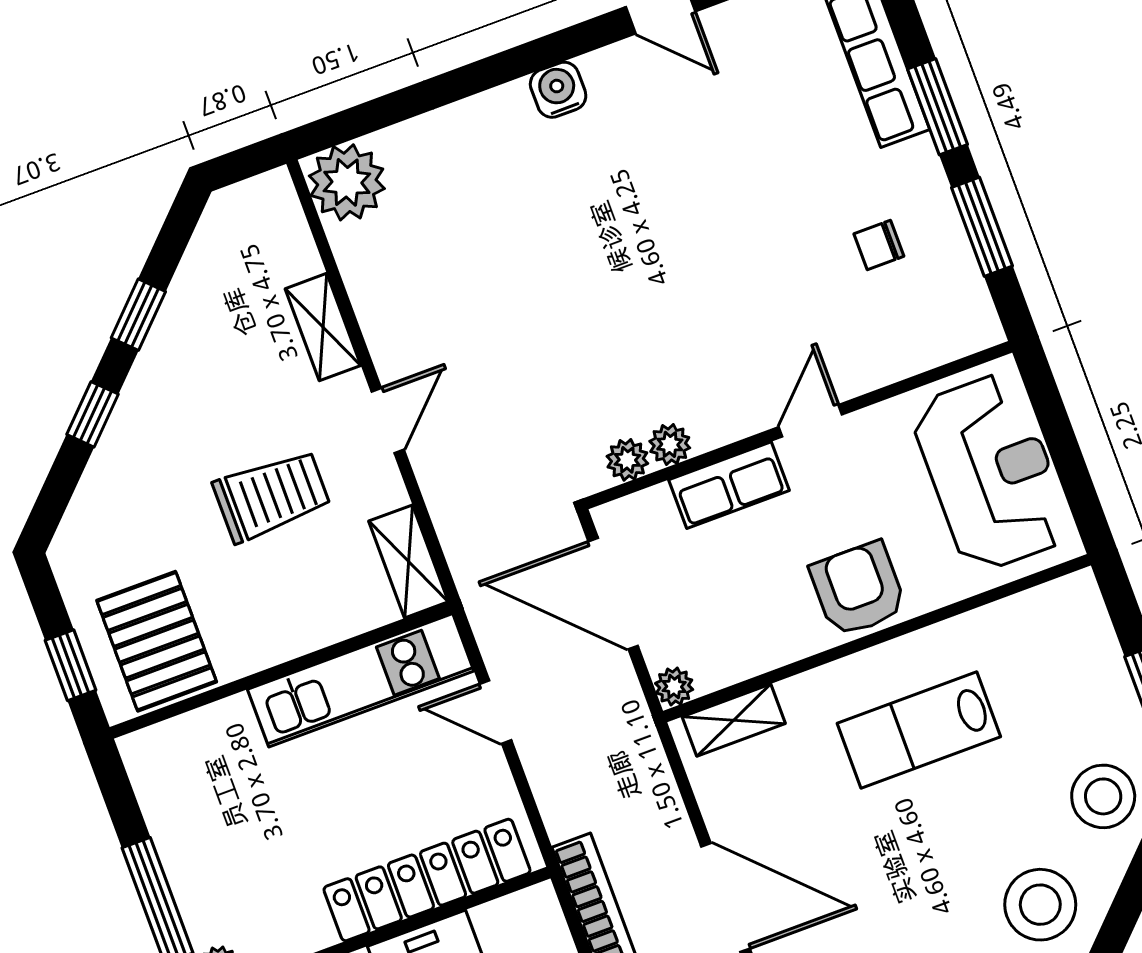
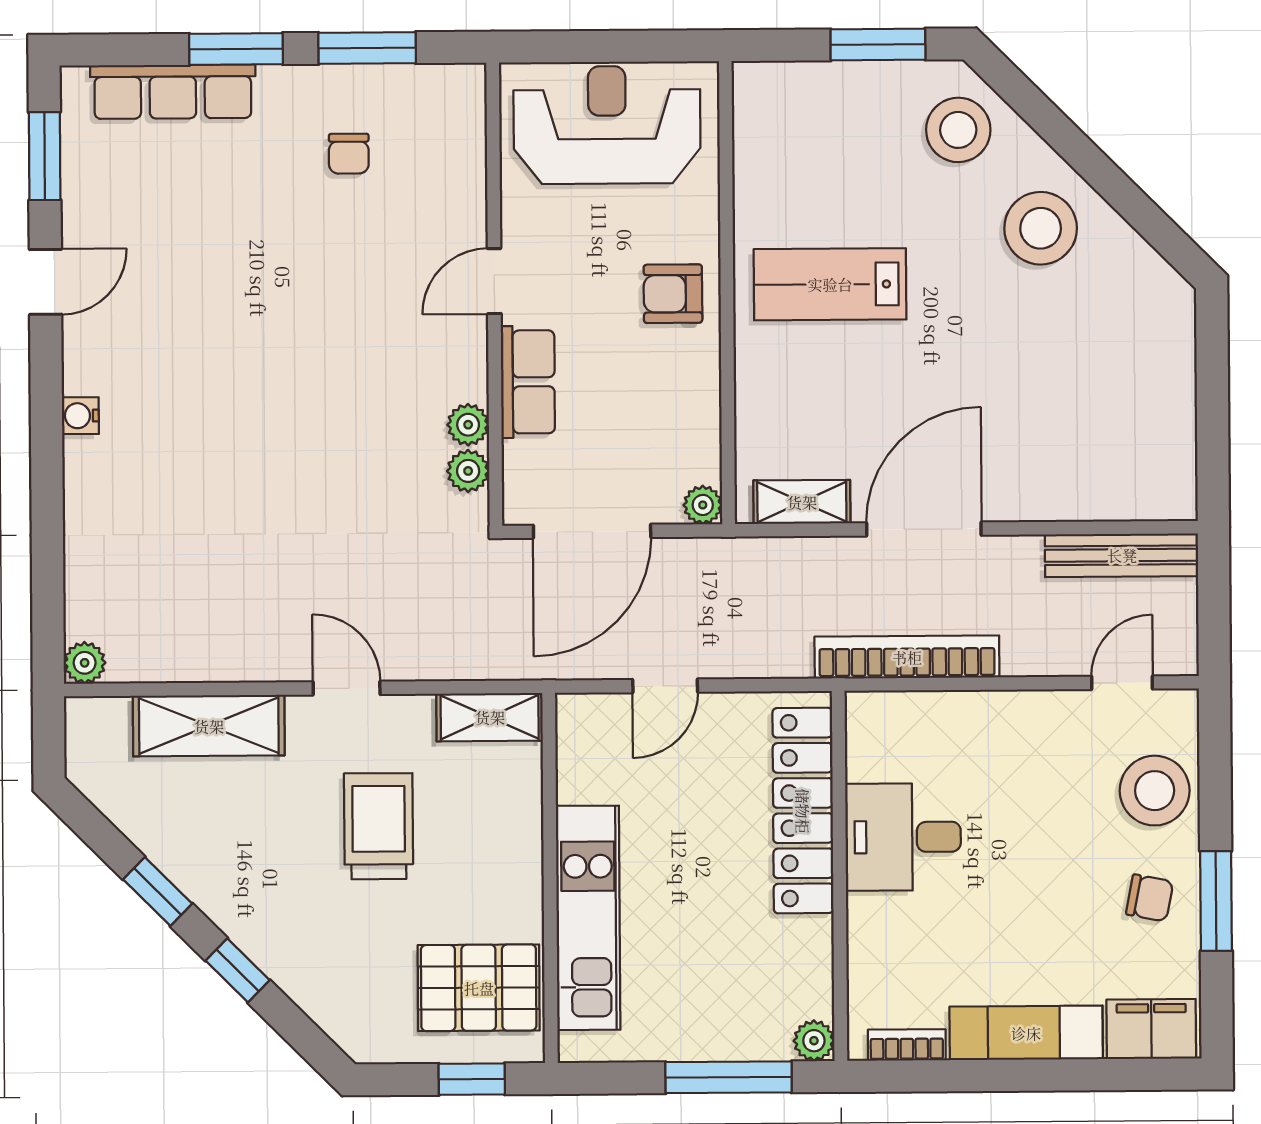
water cooler: (558, 90) -> (80, 416), width x0.72, depth x0.72
plant: (347, 182) -> (85, 663), width x0.53, depth x0.53
shelving: (323, 327) -> (209, 726), width x1.50, depth x1.33
door: (810, 421) -> (494, 281), hinge flipped
armchair: (858, 589) -> (673, 294), width x0.72, depth x0.72
kitchen unit: (361, 680) -> (588, 918), moved
shelving: (734, 720) -> (802, 502), moved, turned 90
lab bench: (919, 730) -> (830, 284), turned 90

